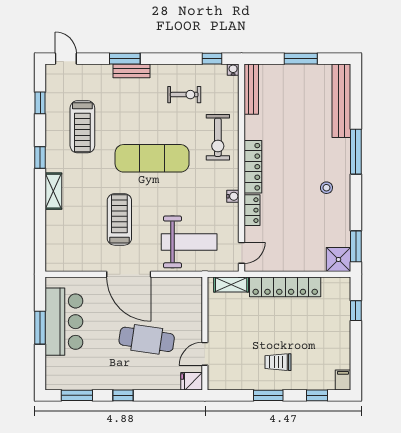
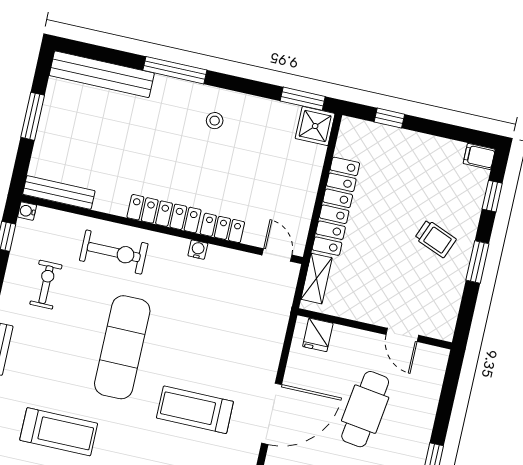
weight bench: (189, 242) -> (246, 322), removed
trolley: (278, 362) -> (435, 239), turned -68
fridge: (192, 381) -> (318, 335), moved

